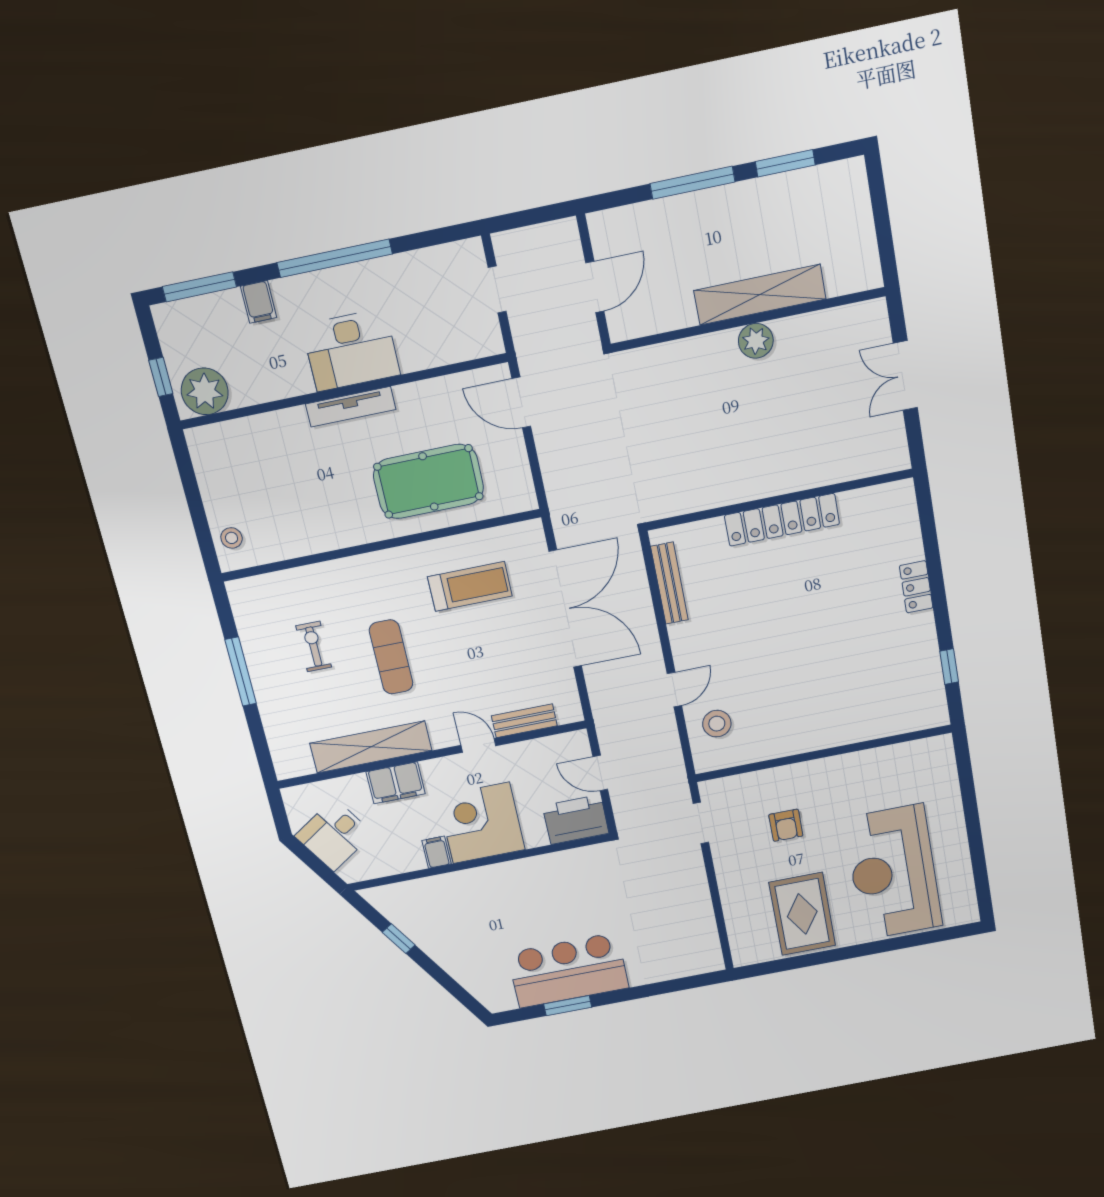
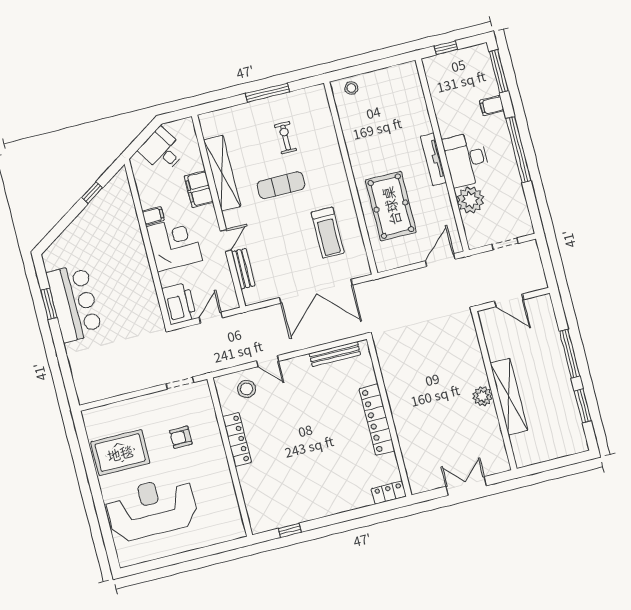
plant: (205, 391) -> (470, 200), moved
locker: (916, 587) -> (389, 493), moved
exercise bike: (314, 647) -> (286, 138), turned -90
locker: (796, 741) -> (237, 440), added

